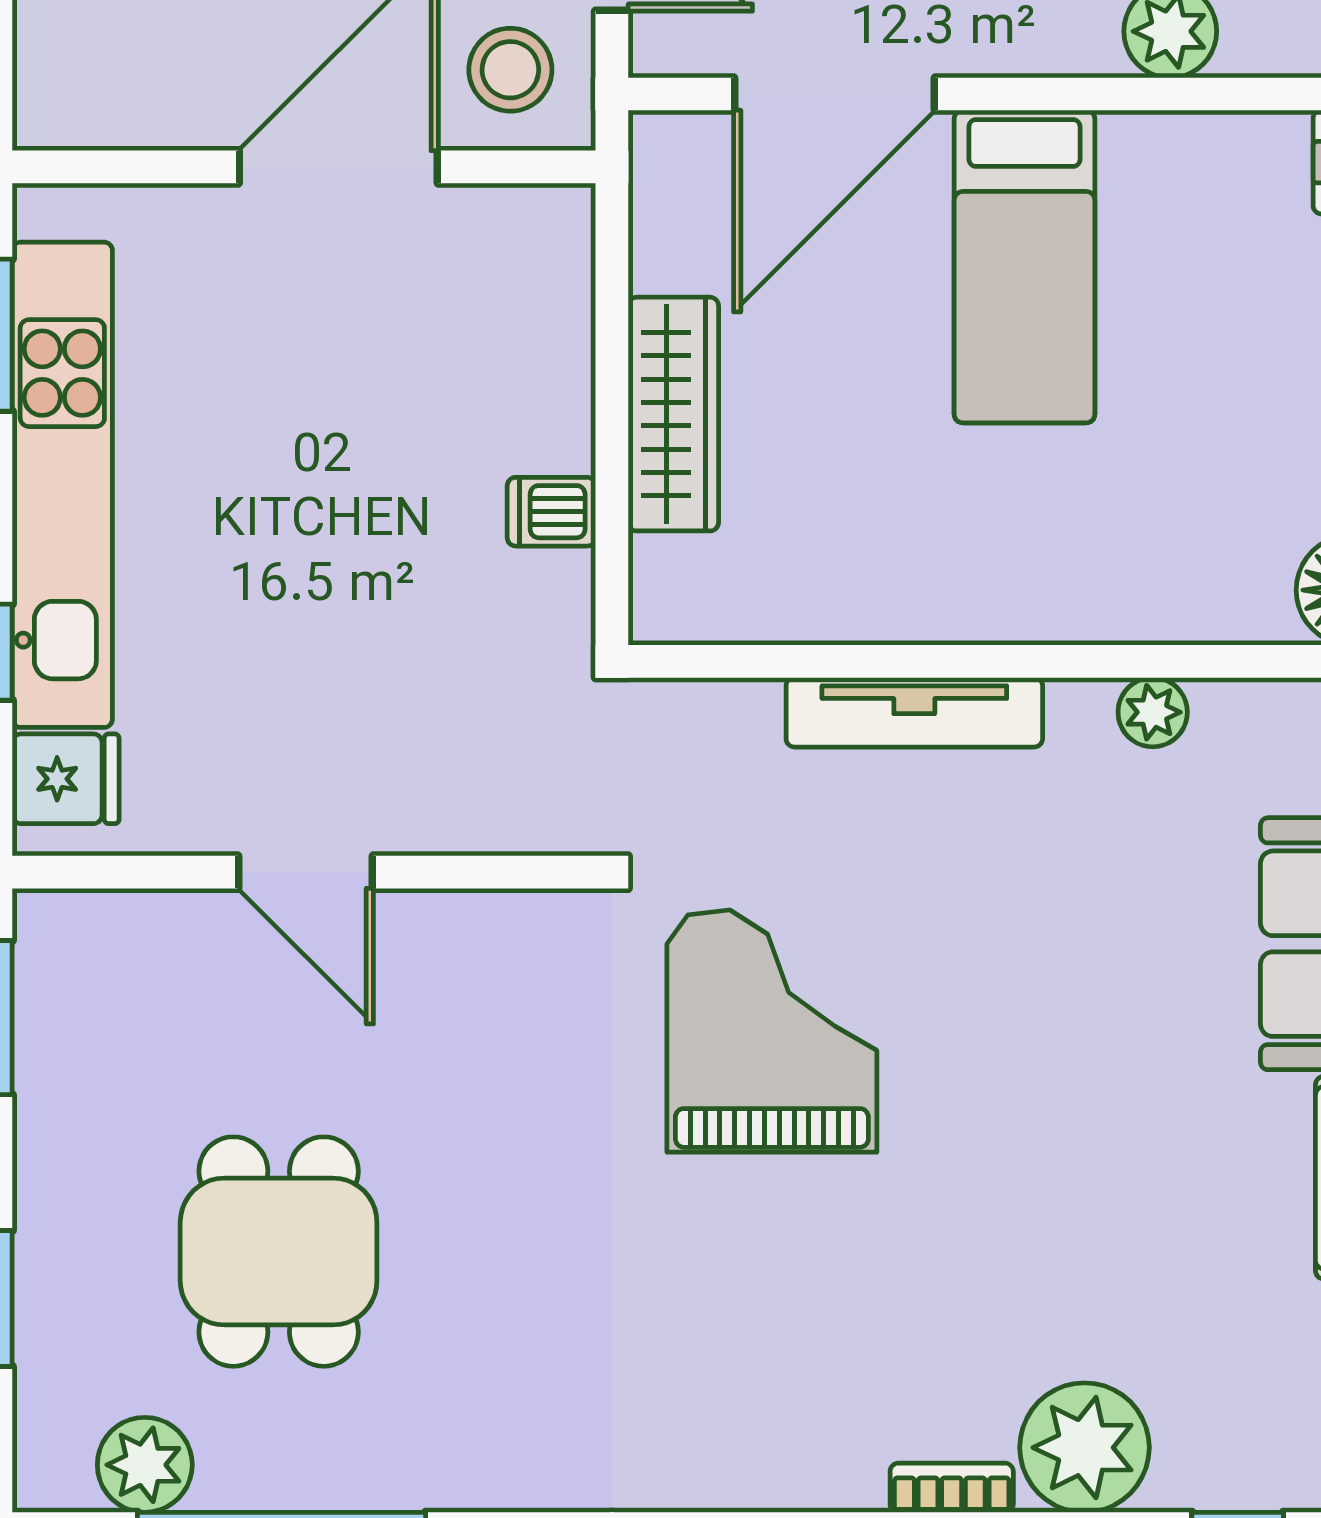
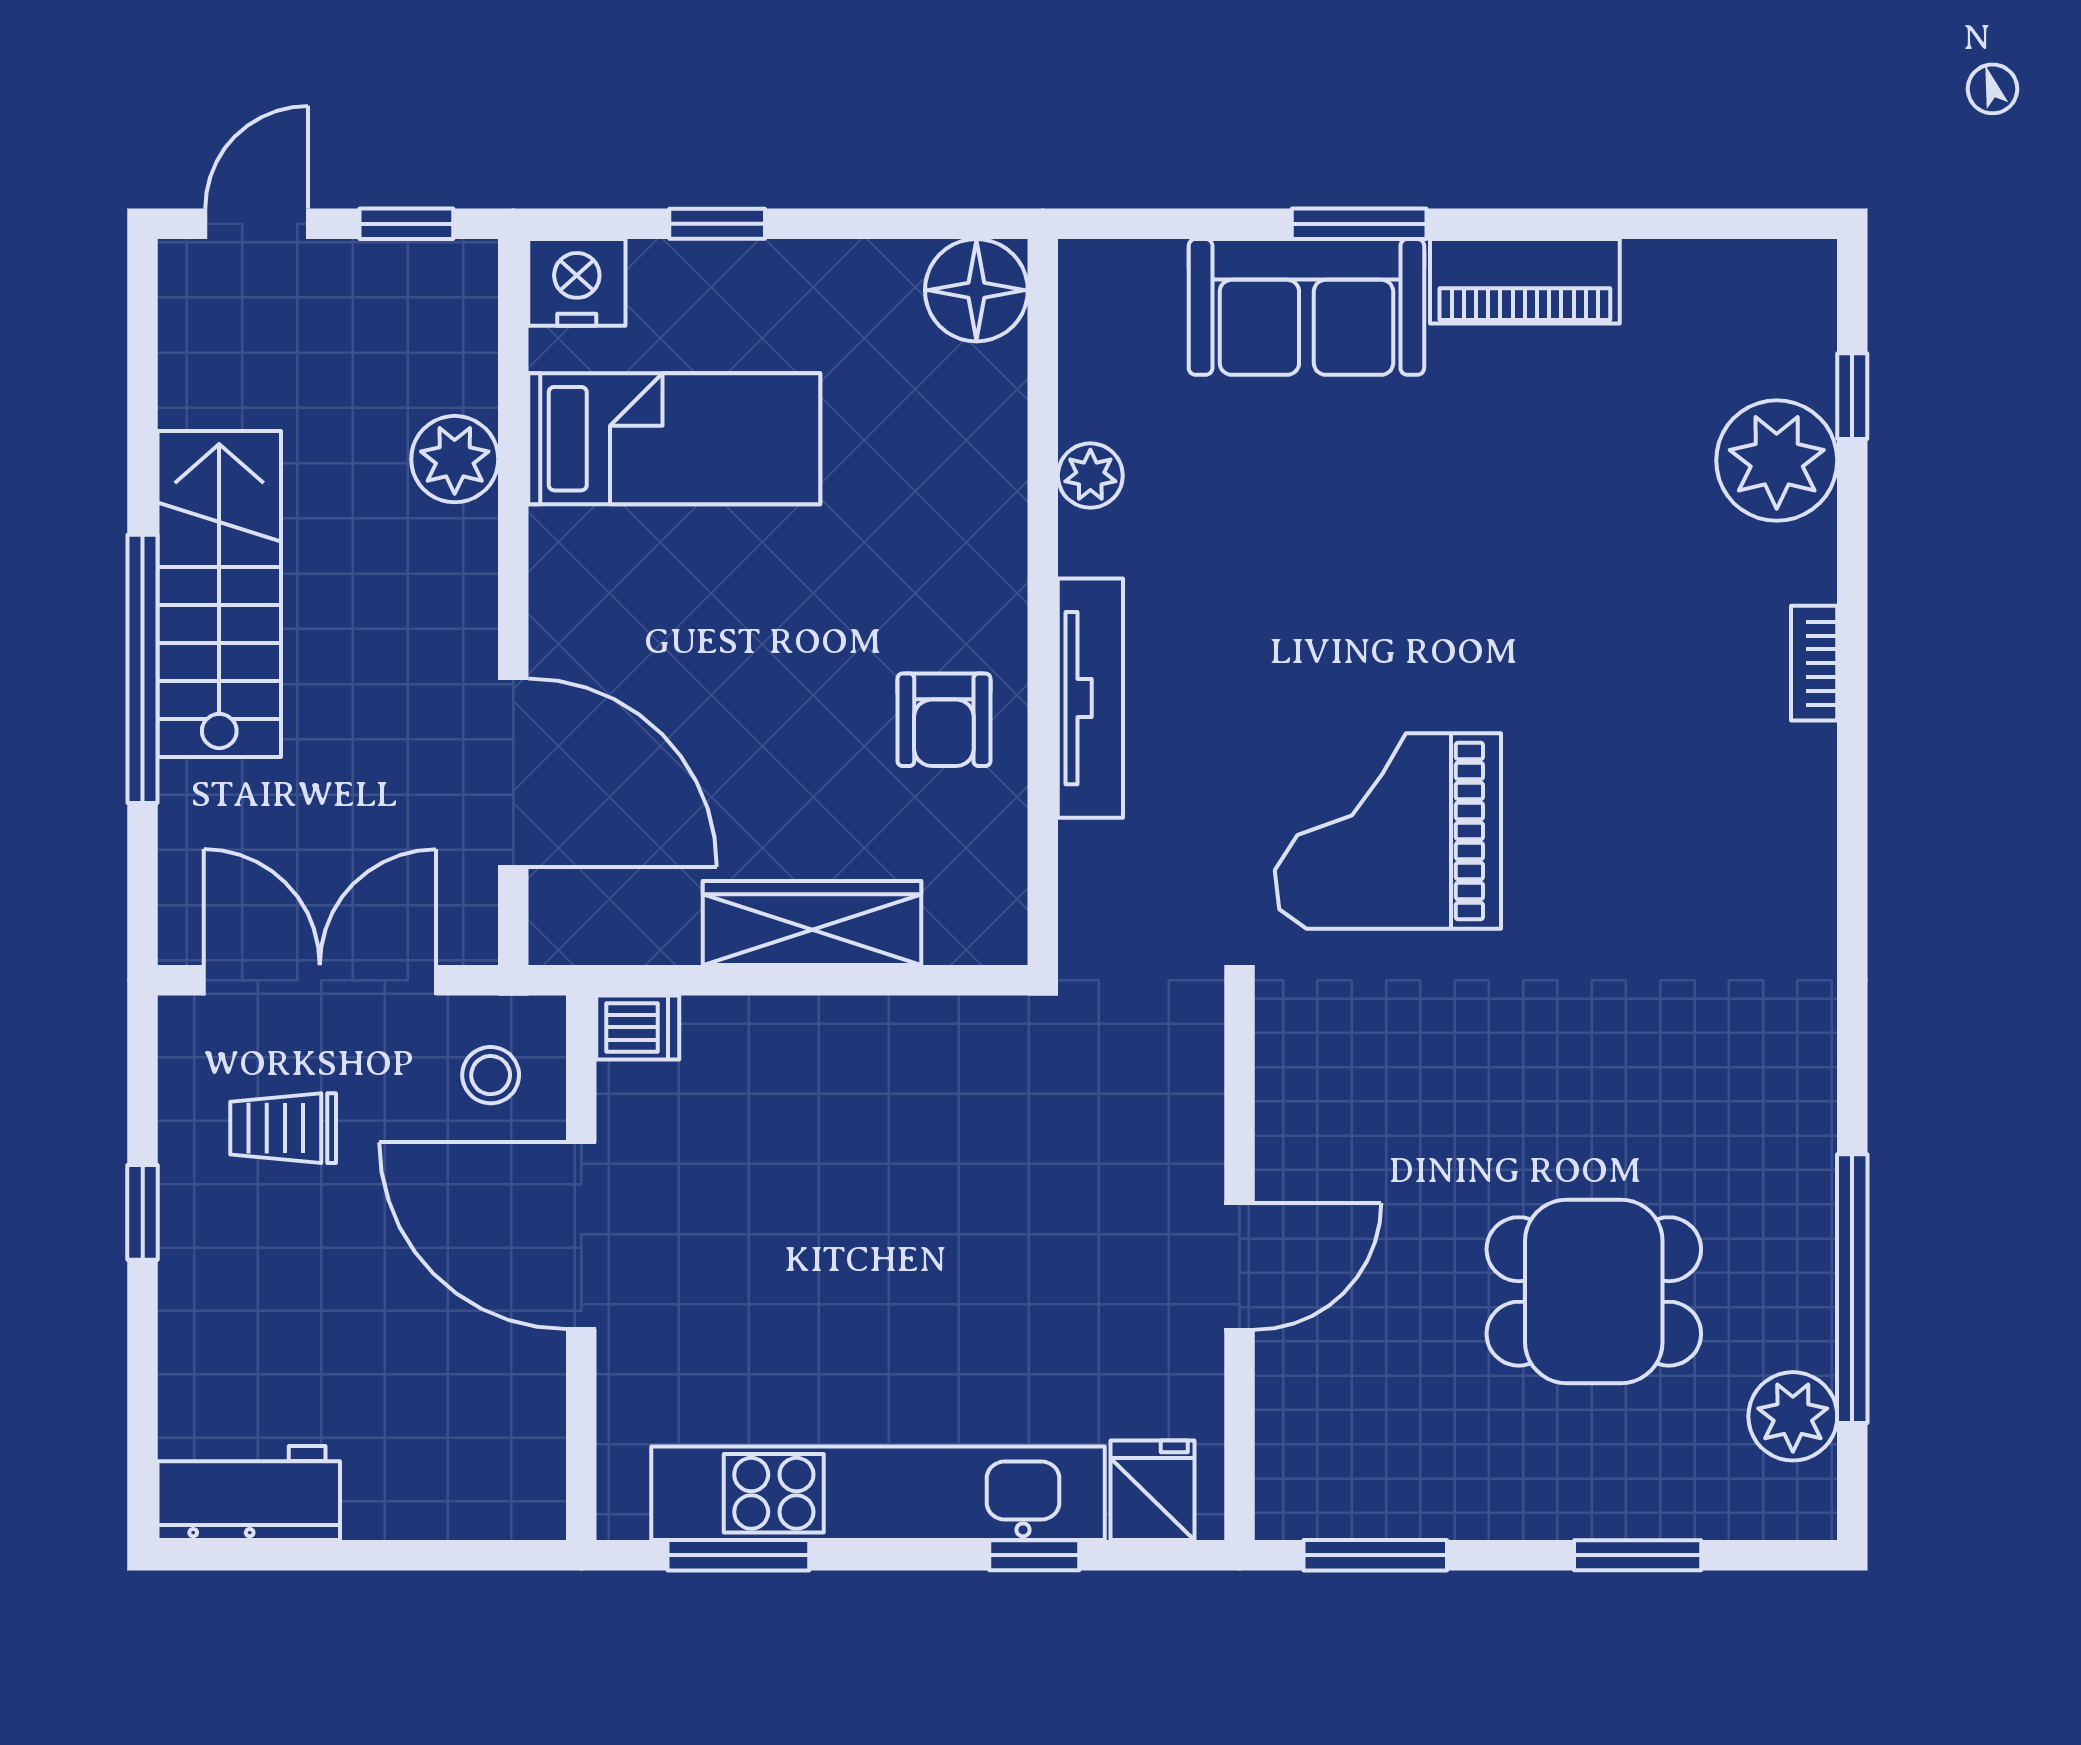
stool: (510, 70) -> (491, 1075), width x0.73, depth x0.73
bed: (1025, 266) -> (674, 439), moved
dishwasher: (551, 512) -> (638, 1027), moved, turned -90
armchair: (891, 555) -> (944, 720), added
plant: (1085, 1448) -> (1777, 461), moved

